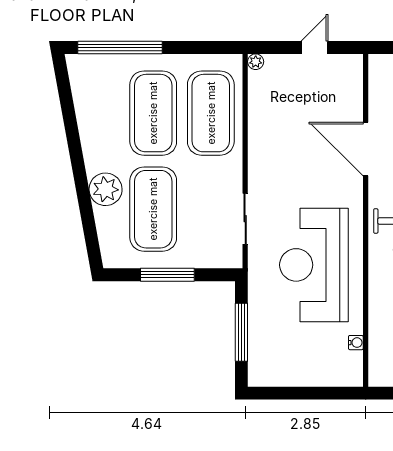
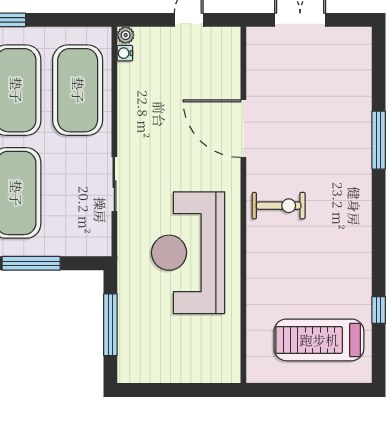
sliding door: (245, 219) -> (114, 184), moved
water cooler: (356, 343) -> (125, 53), moved, turned 180

